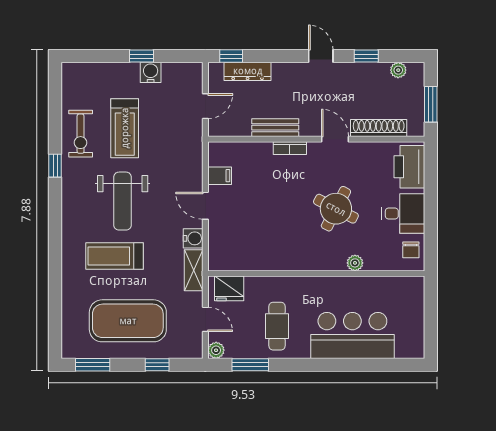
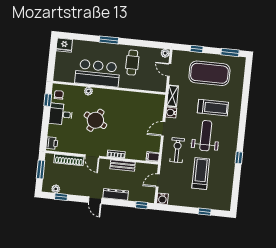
window: (142, 56) -> (205, 212), moved
window: (366, 56) -> (61, 197), moved
dresser: (248, 71) -> (116, 194), moved
water cooler: (151, 72) -> (162, 199), moved
exercise bike: (81, 134) -> (177, 150), moved
printer: (409, 167) -> (52, 143), width x0.53, depth x0.68
filing cabinet: (220, 176) -> (153, 157), moved
door: (205, 206) -> (163, 129), swing flipped
window: (431, 238) -> (48, 100), added
fridge: (229, 288) -> (64, 45), moved, turned 180
bar counter: (352, 335) -> (97, 73), moved, turned 180
window: (250, 365) -> (109, 40), moved

